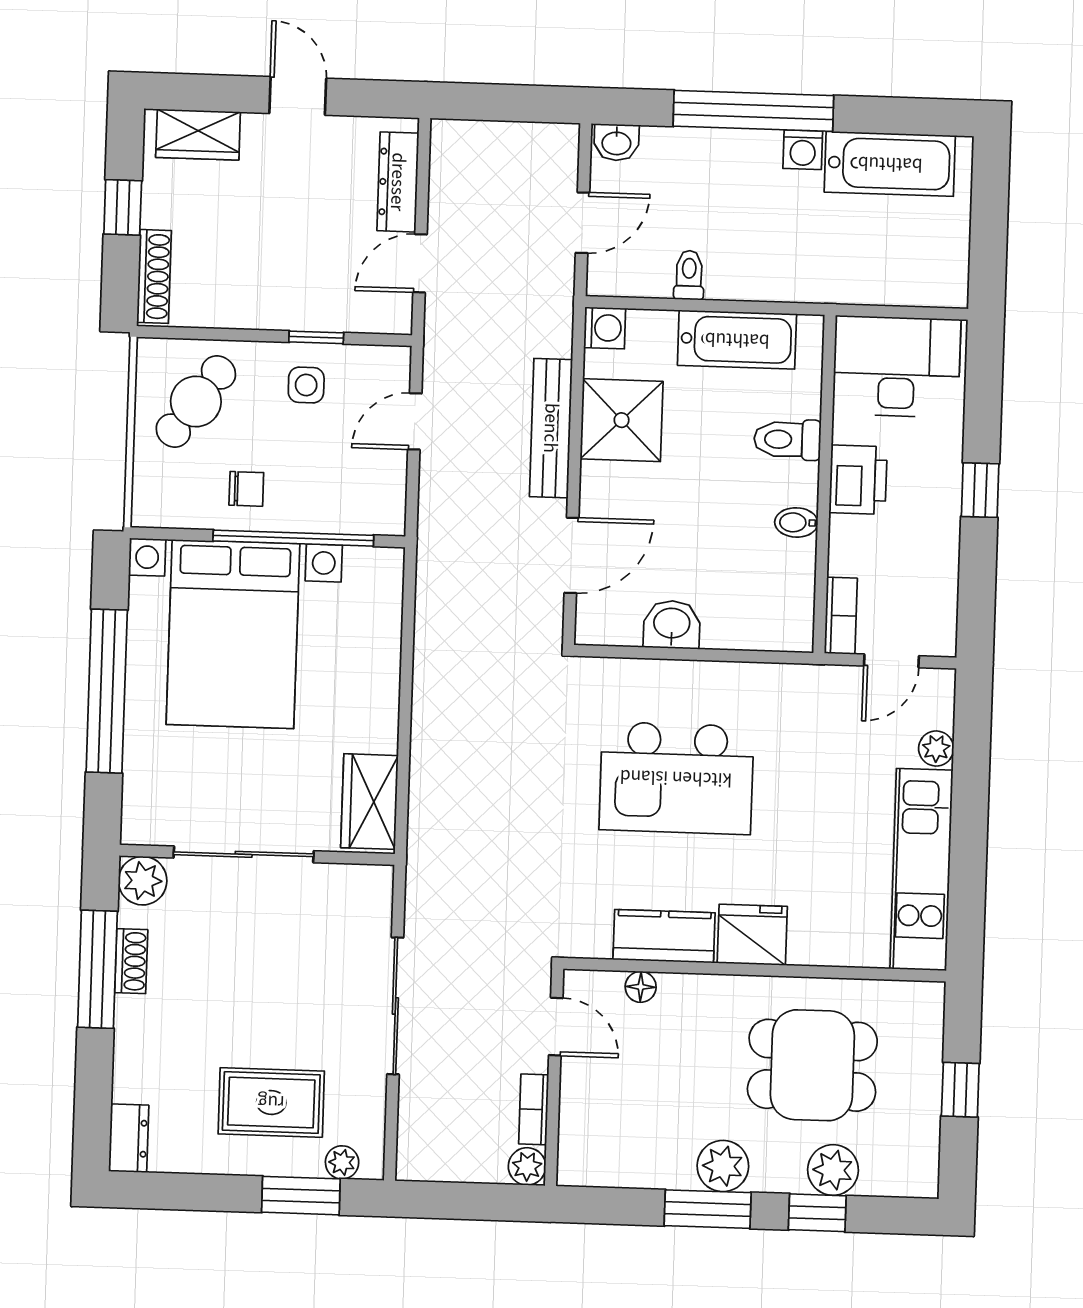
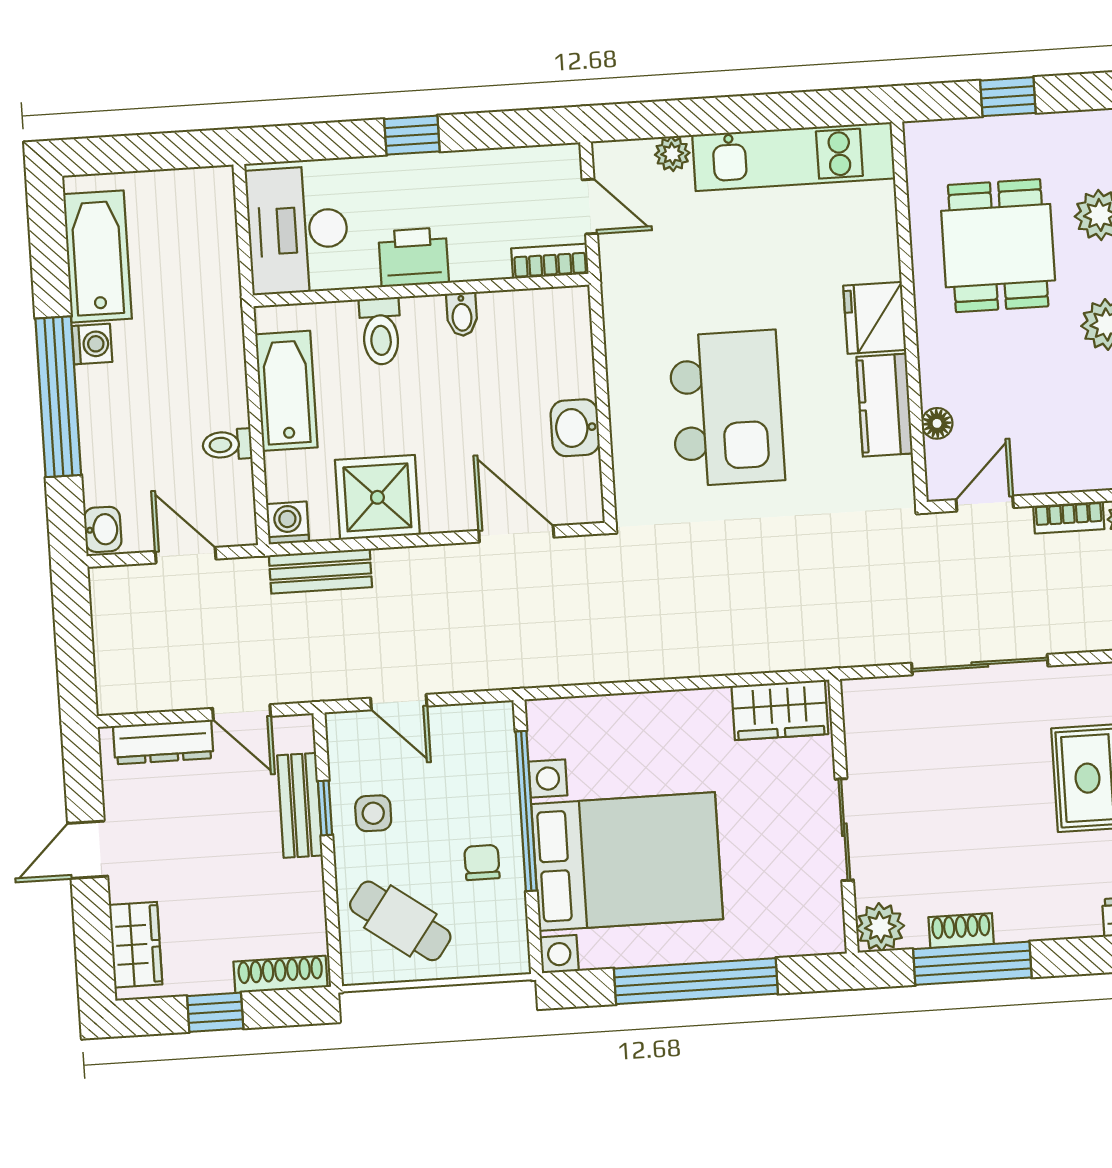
bench: (321, 312) -> (300, 805), added
bench: (551, 428) -> (320, 571), moved, width x0.73
sliding door: (244, 854) -> (844, 830), width x0.73

